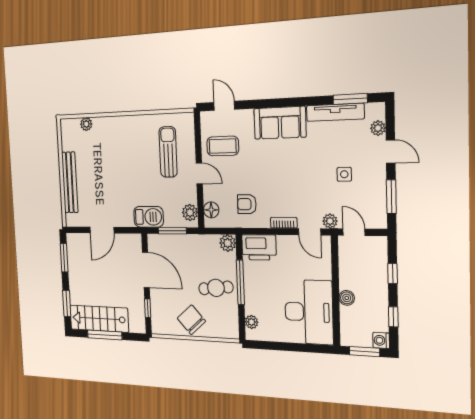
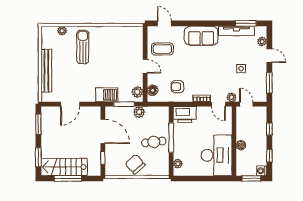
sun lounger: (168, 152) -> (83, 47), moved
plant: (228, 243) -> (139, 112), moved

